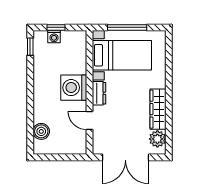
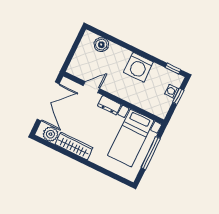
washing machine: (74, 88) -> (138, 67), moved, turned 180
double door: (125, 157) -> (48, 101), swing flipped

